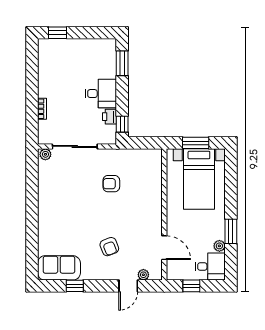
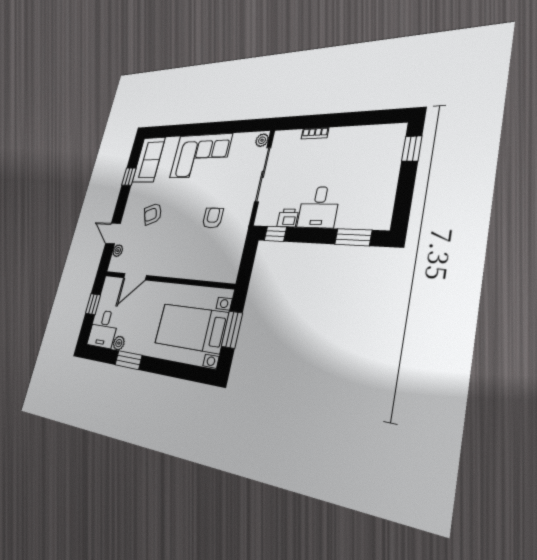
corner sofa: (57, 211) -> (201, 156), added

